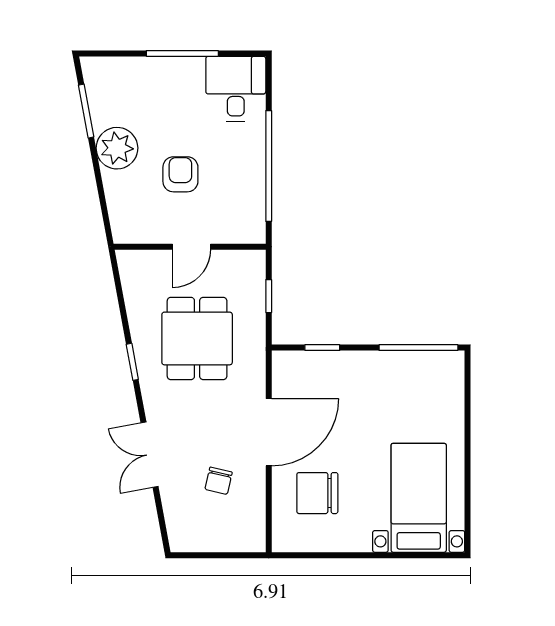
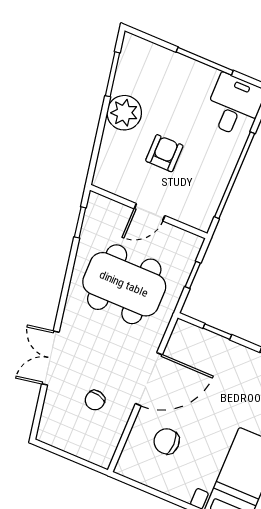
dining table: (197, 338) -> (124, 284), width x1.37
window: (132, 362) -> (80, 222), moved
chair: (317, 493) -> (167, 441), width x0.73, depth x0.73

